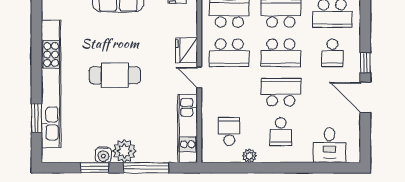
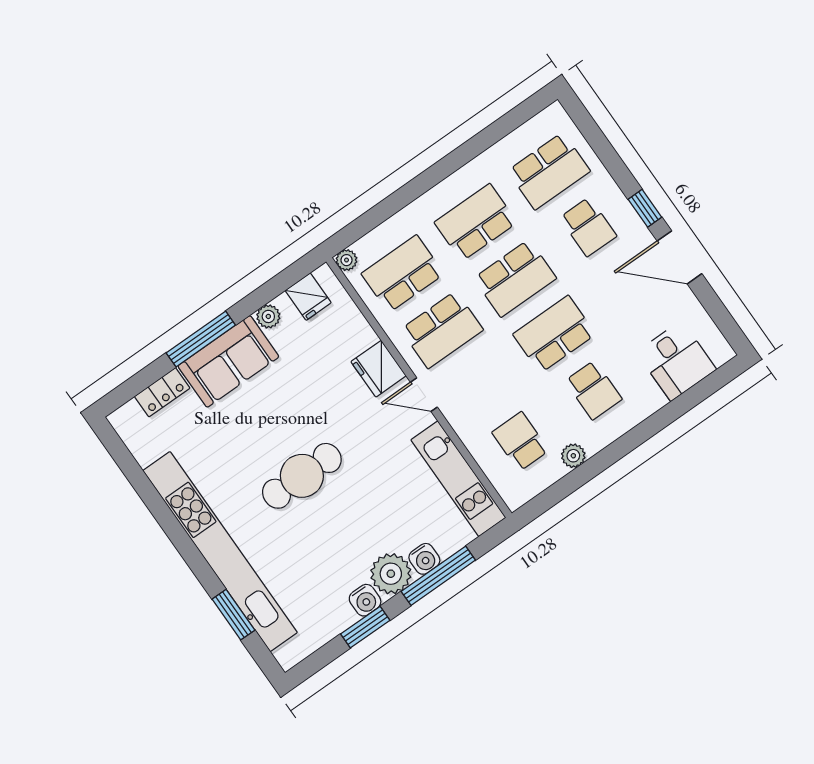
water cooler: (145, 155) -> (424, 559), added

